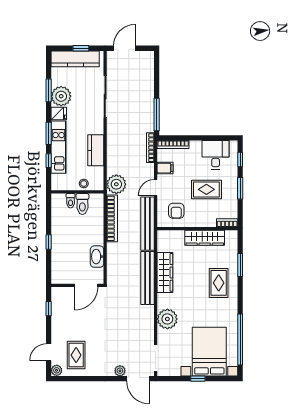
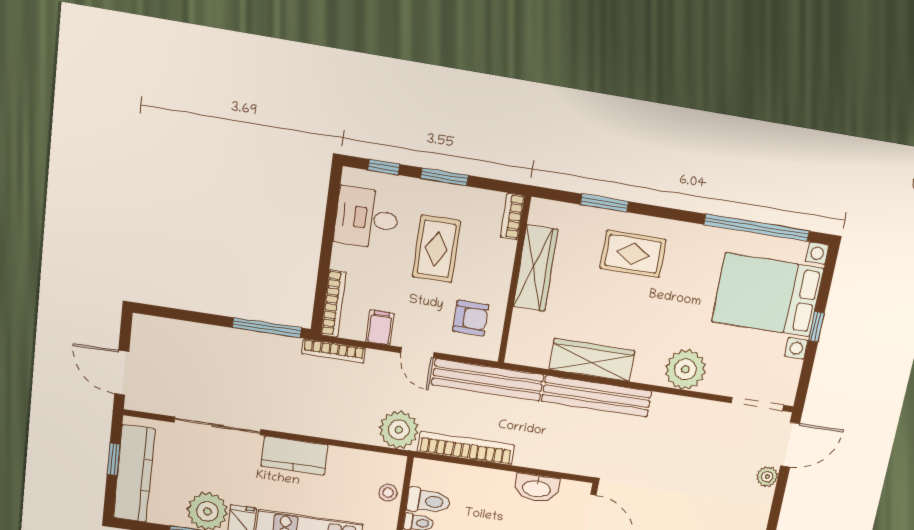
kitchen counter: (96, 150) -> (294, 456), moved

